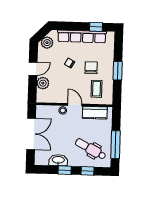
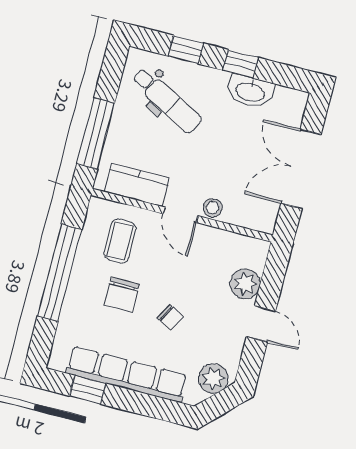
door: (33, 69) -> (261, 324), swing flipped
window: (118, 71) -> (60, 273), width x2.11
window: (115, 145) -> (96, 133), moved

